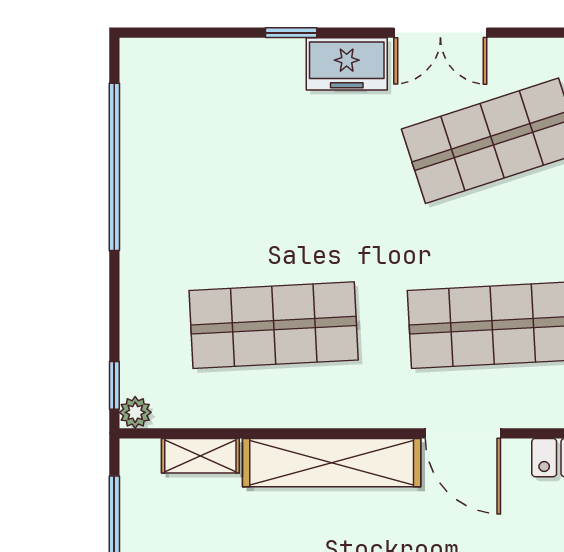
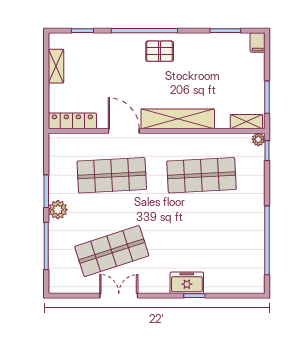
double door: (440, 33) -> (119, 296), moved
freezer: (347, 64) -> (187, 283), moved
shelving: (200, 456) -> (246, 122), moved

